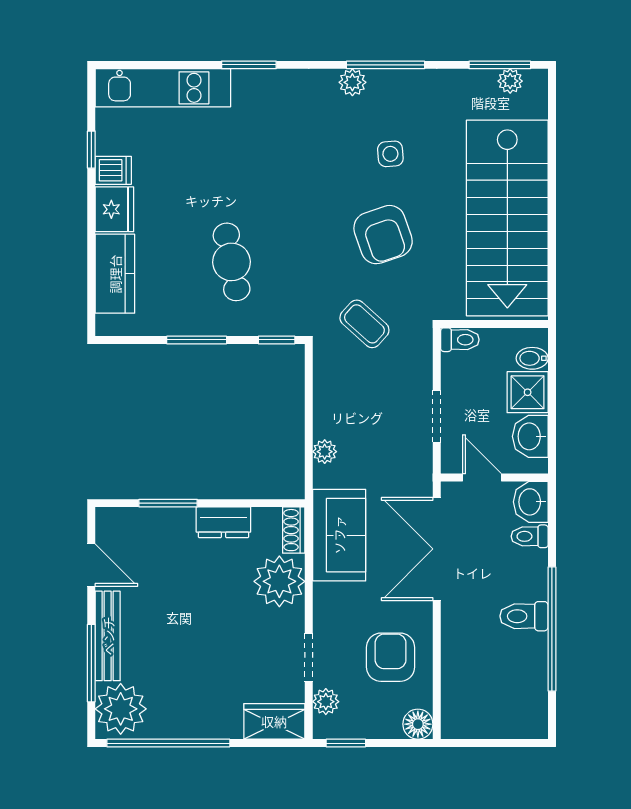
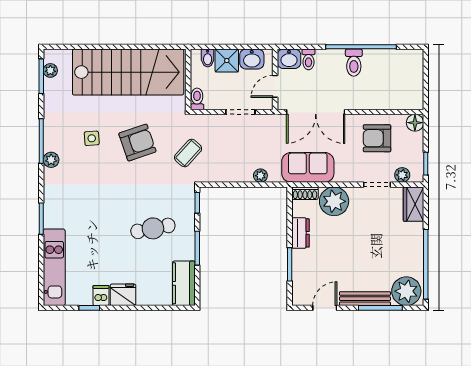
kitchen counter: (115, 274) -> (184, 283), moved, turned -90

